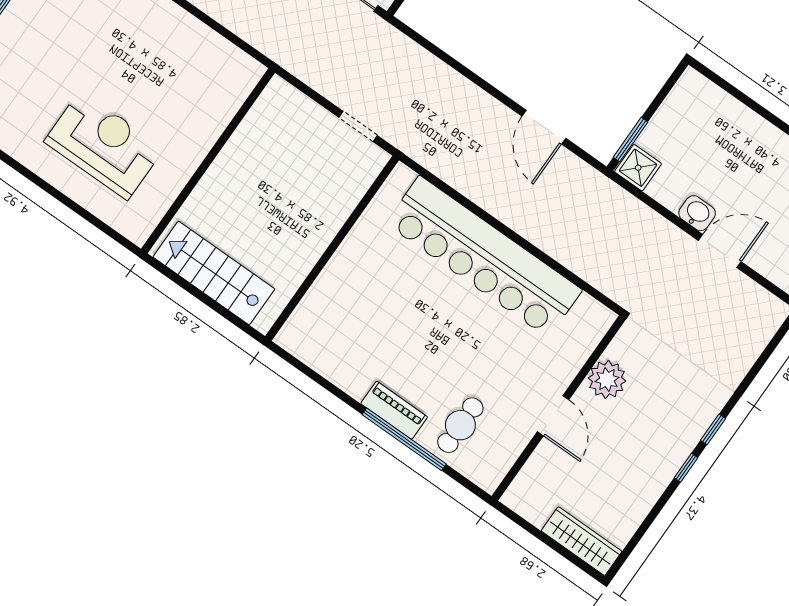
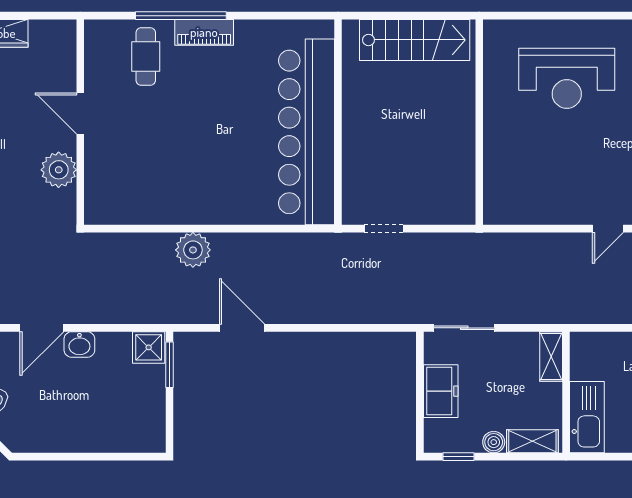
plant: (539, 226) -> (193, 250), added
bar counter: (484, 257) -> (306, 132), moved, turned -90

